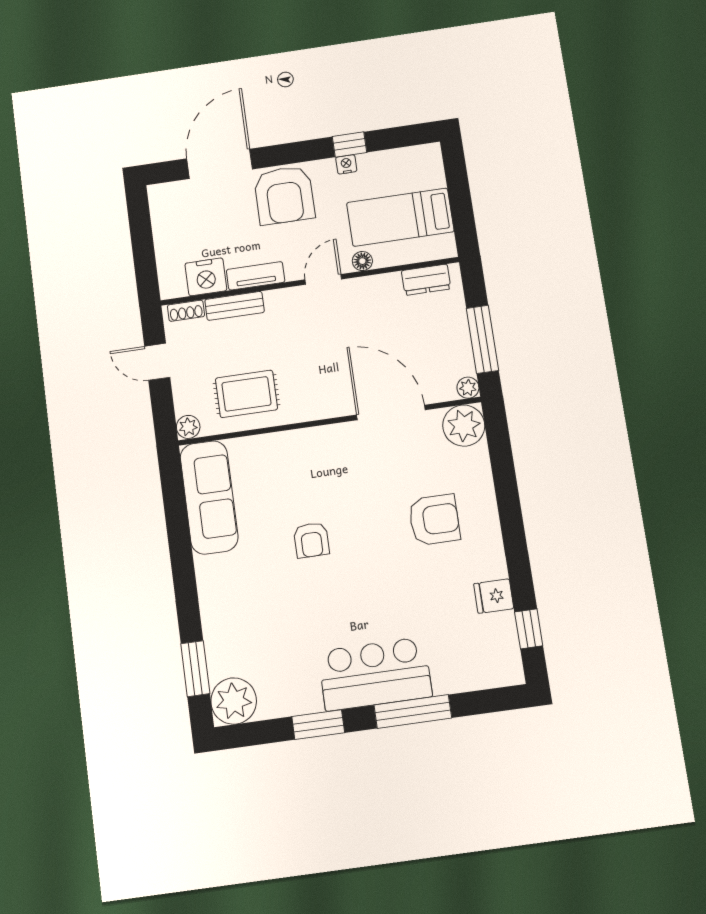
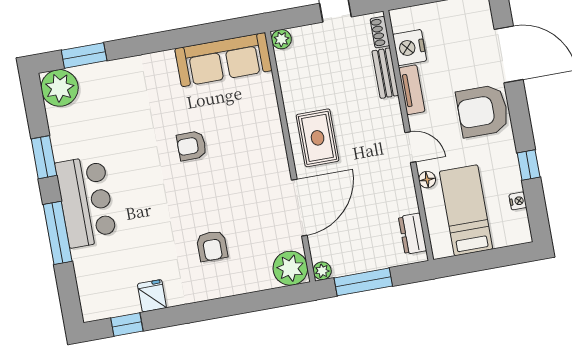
nightstand: (346, 164) -> (518, 201), moved
rug: (246, 394) -> (318, 138), moved
armchair: (434, 520) -> (212, 246), width x0.72, depth x0.72

